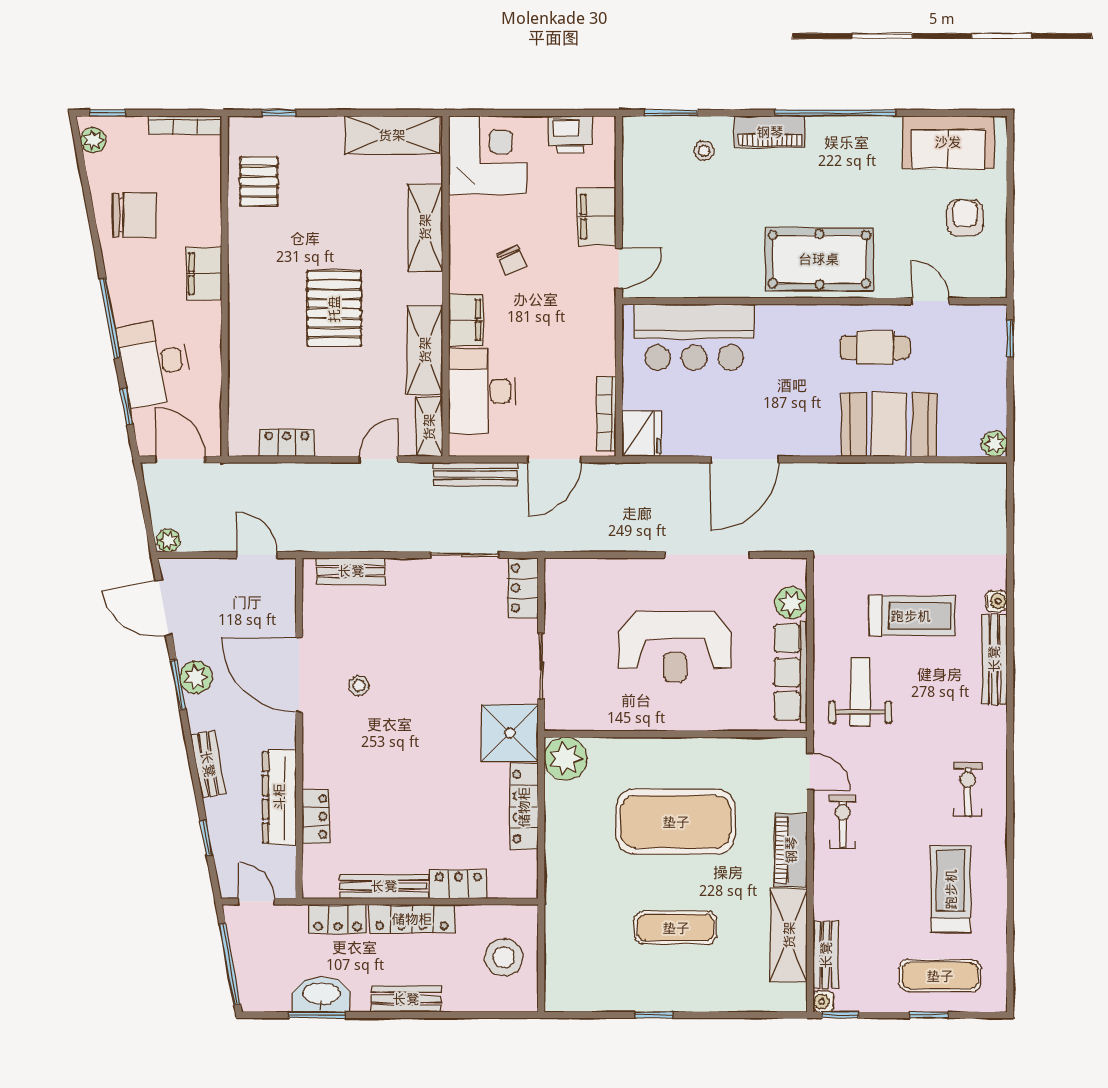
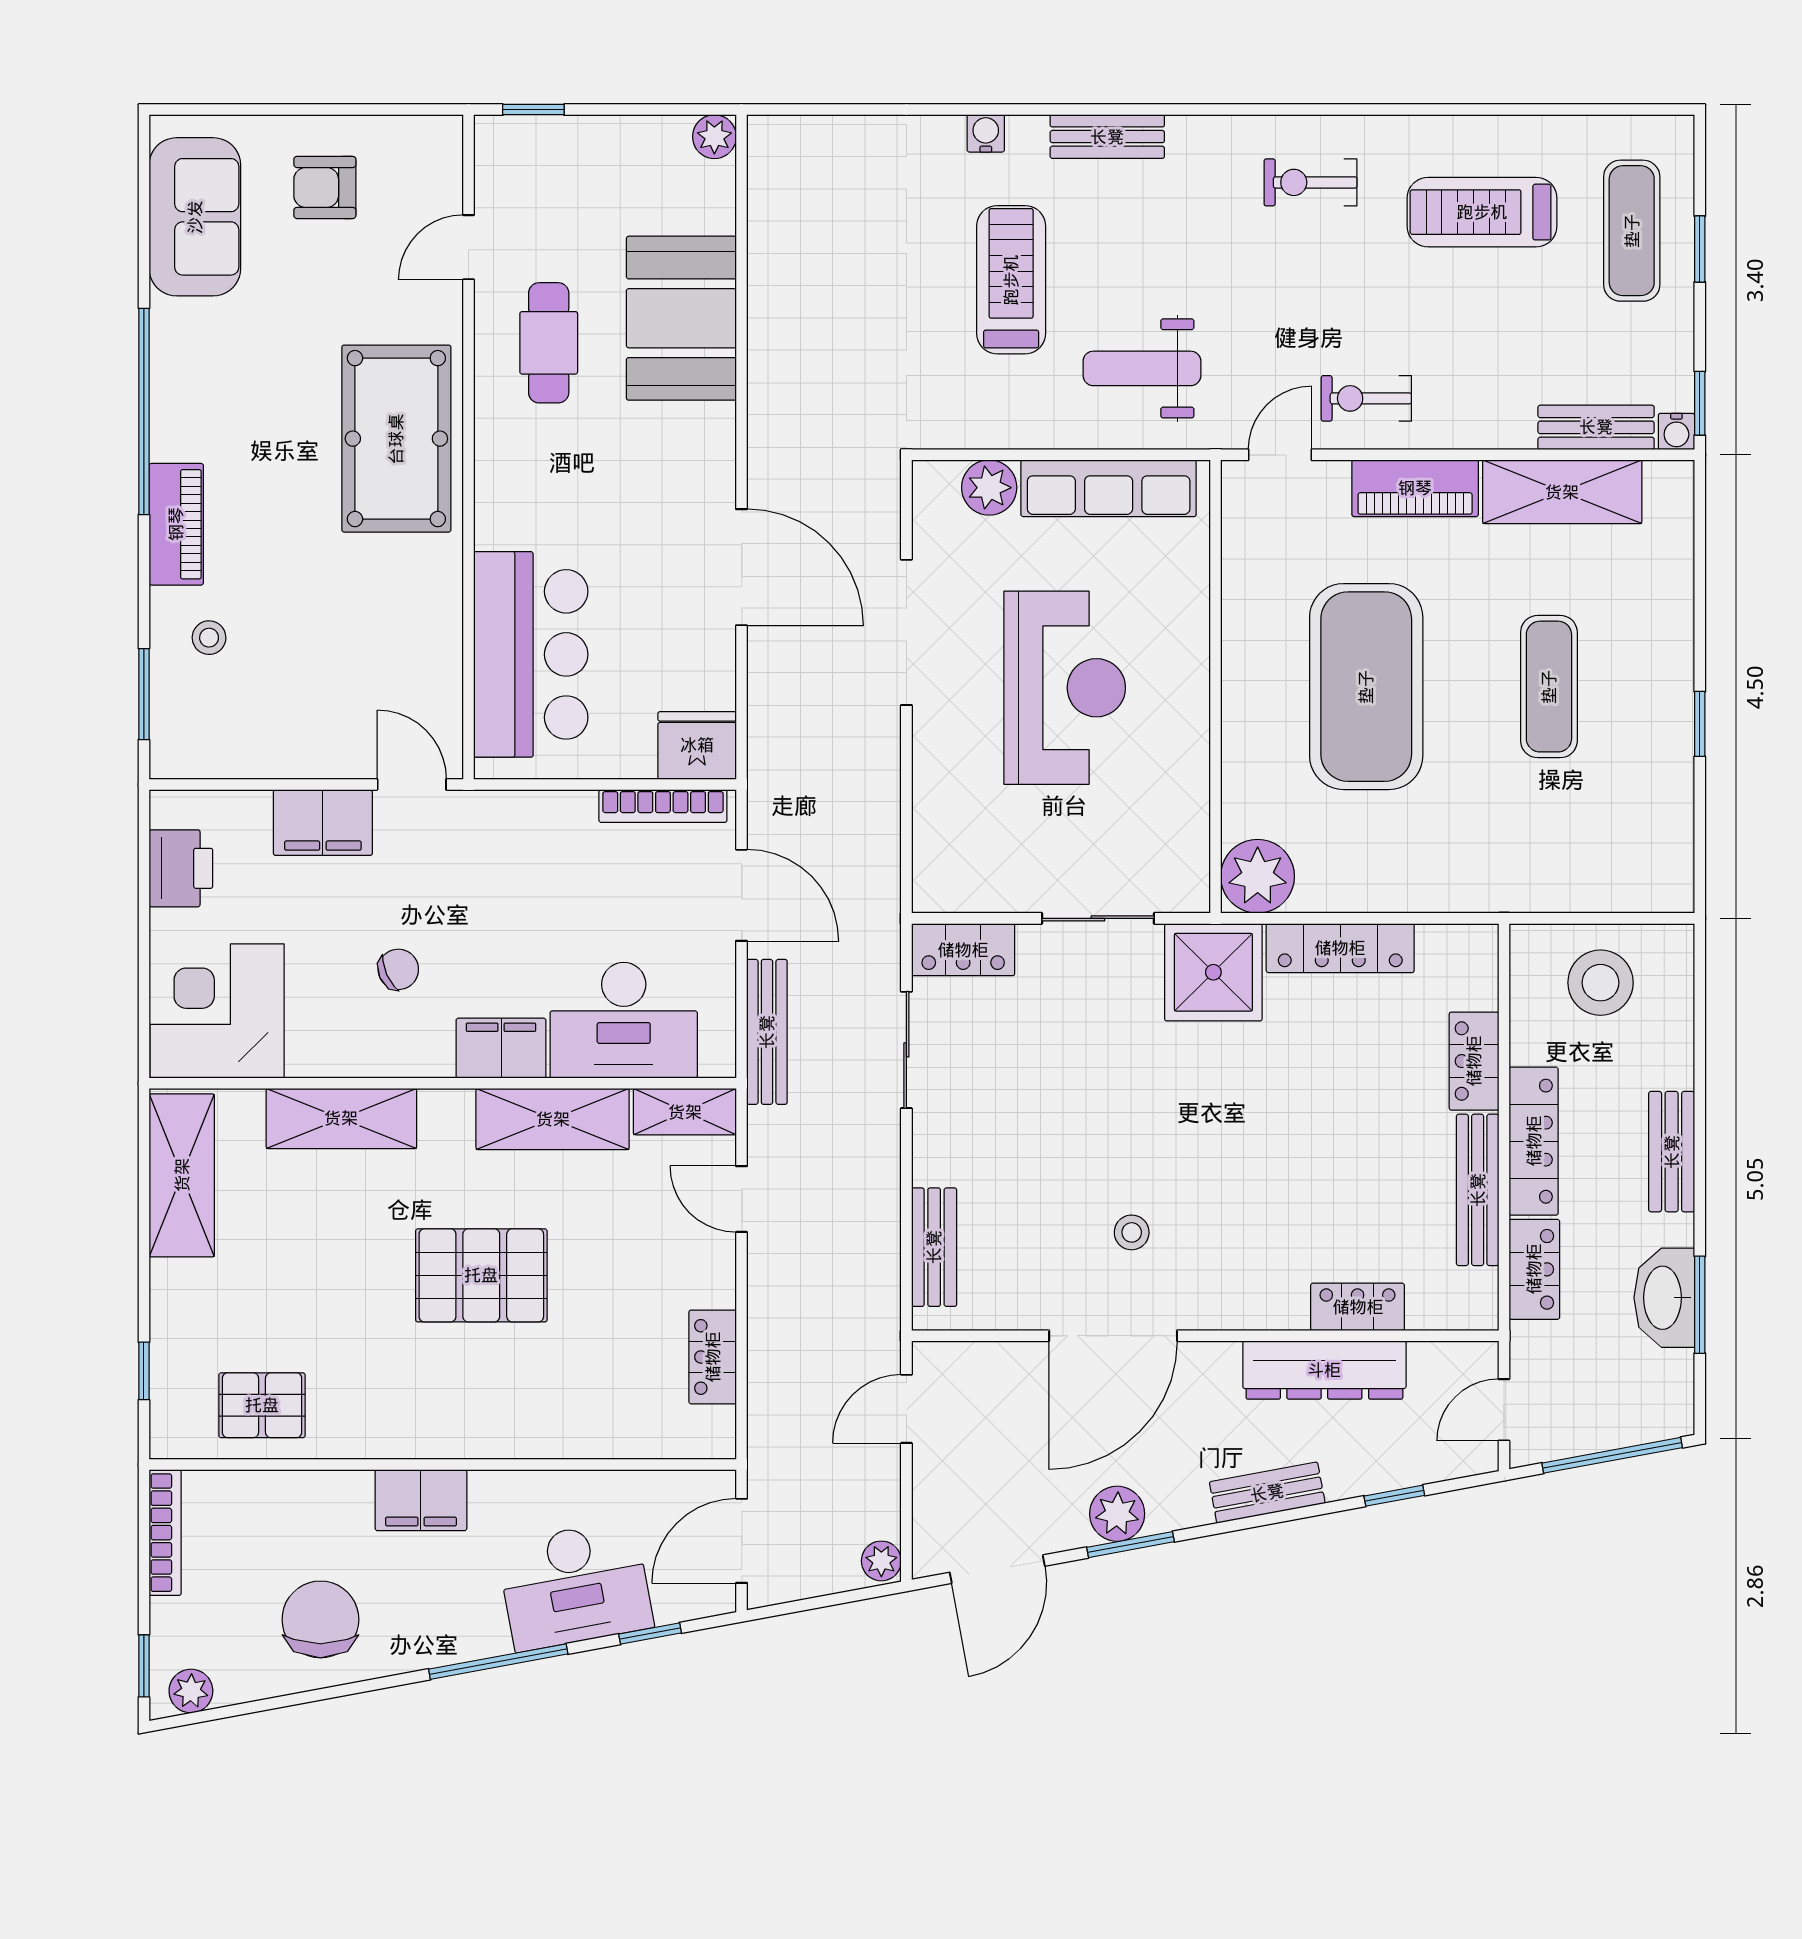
bench: (994, 659) -> (1107, 137), width x0.73

